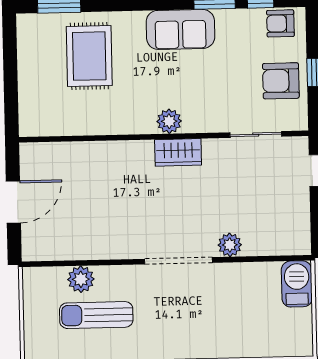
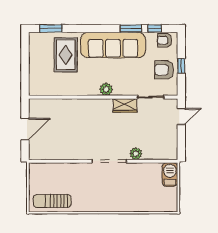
sofa: (180, 29) -> (113, 45), width x1.85, depth x1.27
wardrobe: (178, 152) -> (125, 105), moved
plant: (81, 279) -> (59, 170), removed
sun lounger: (96, 315) -> (52, 201), moved

